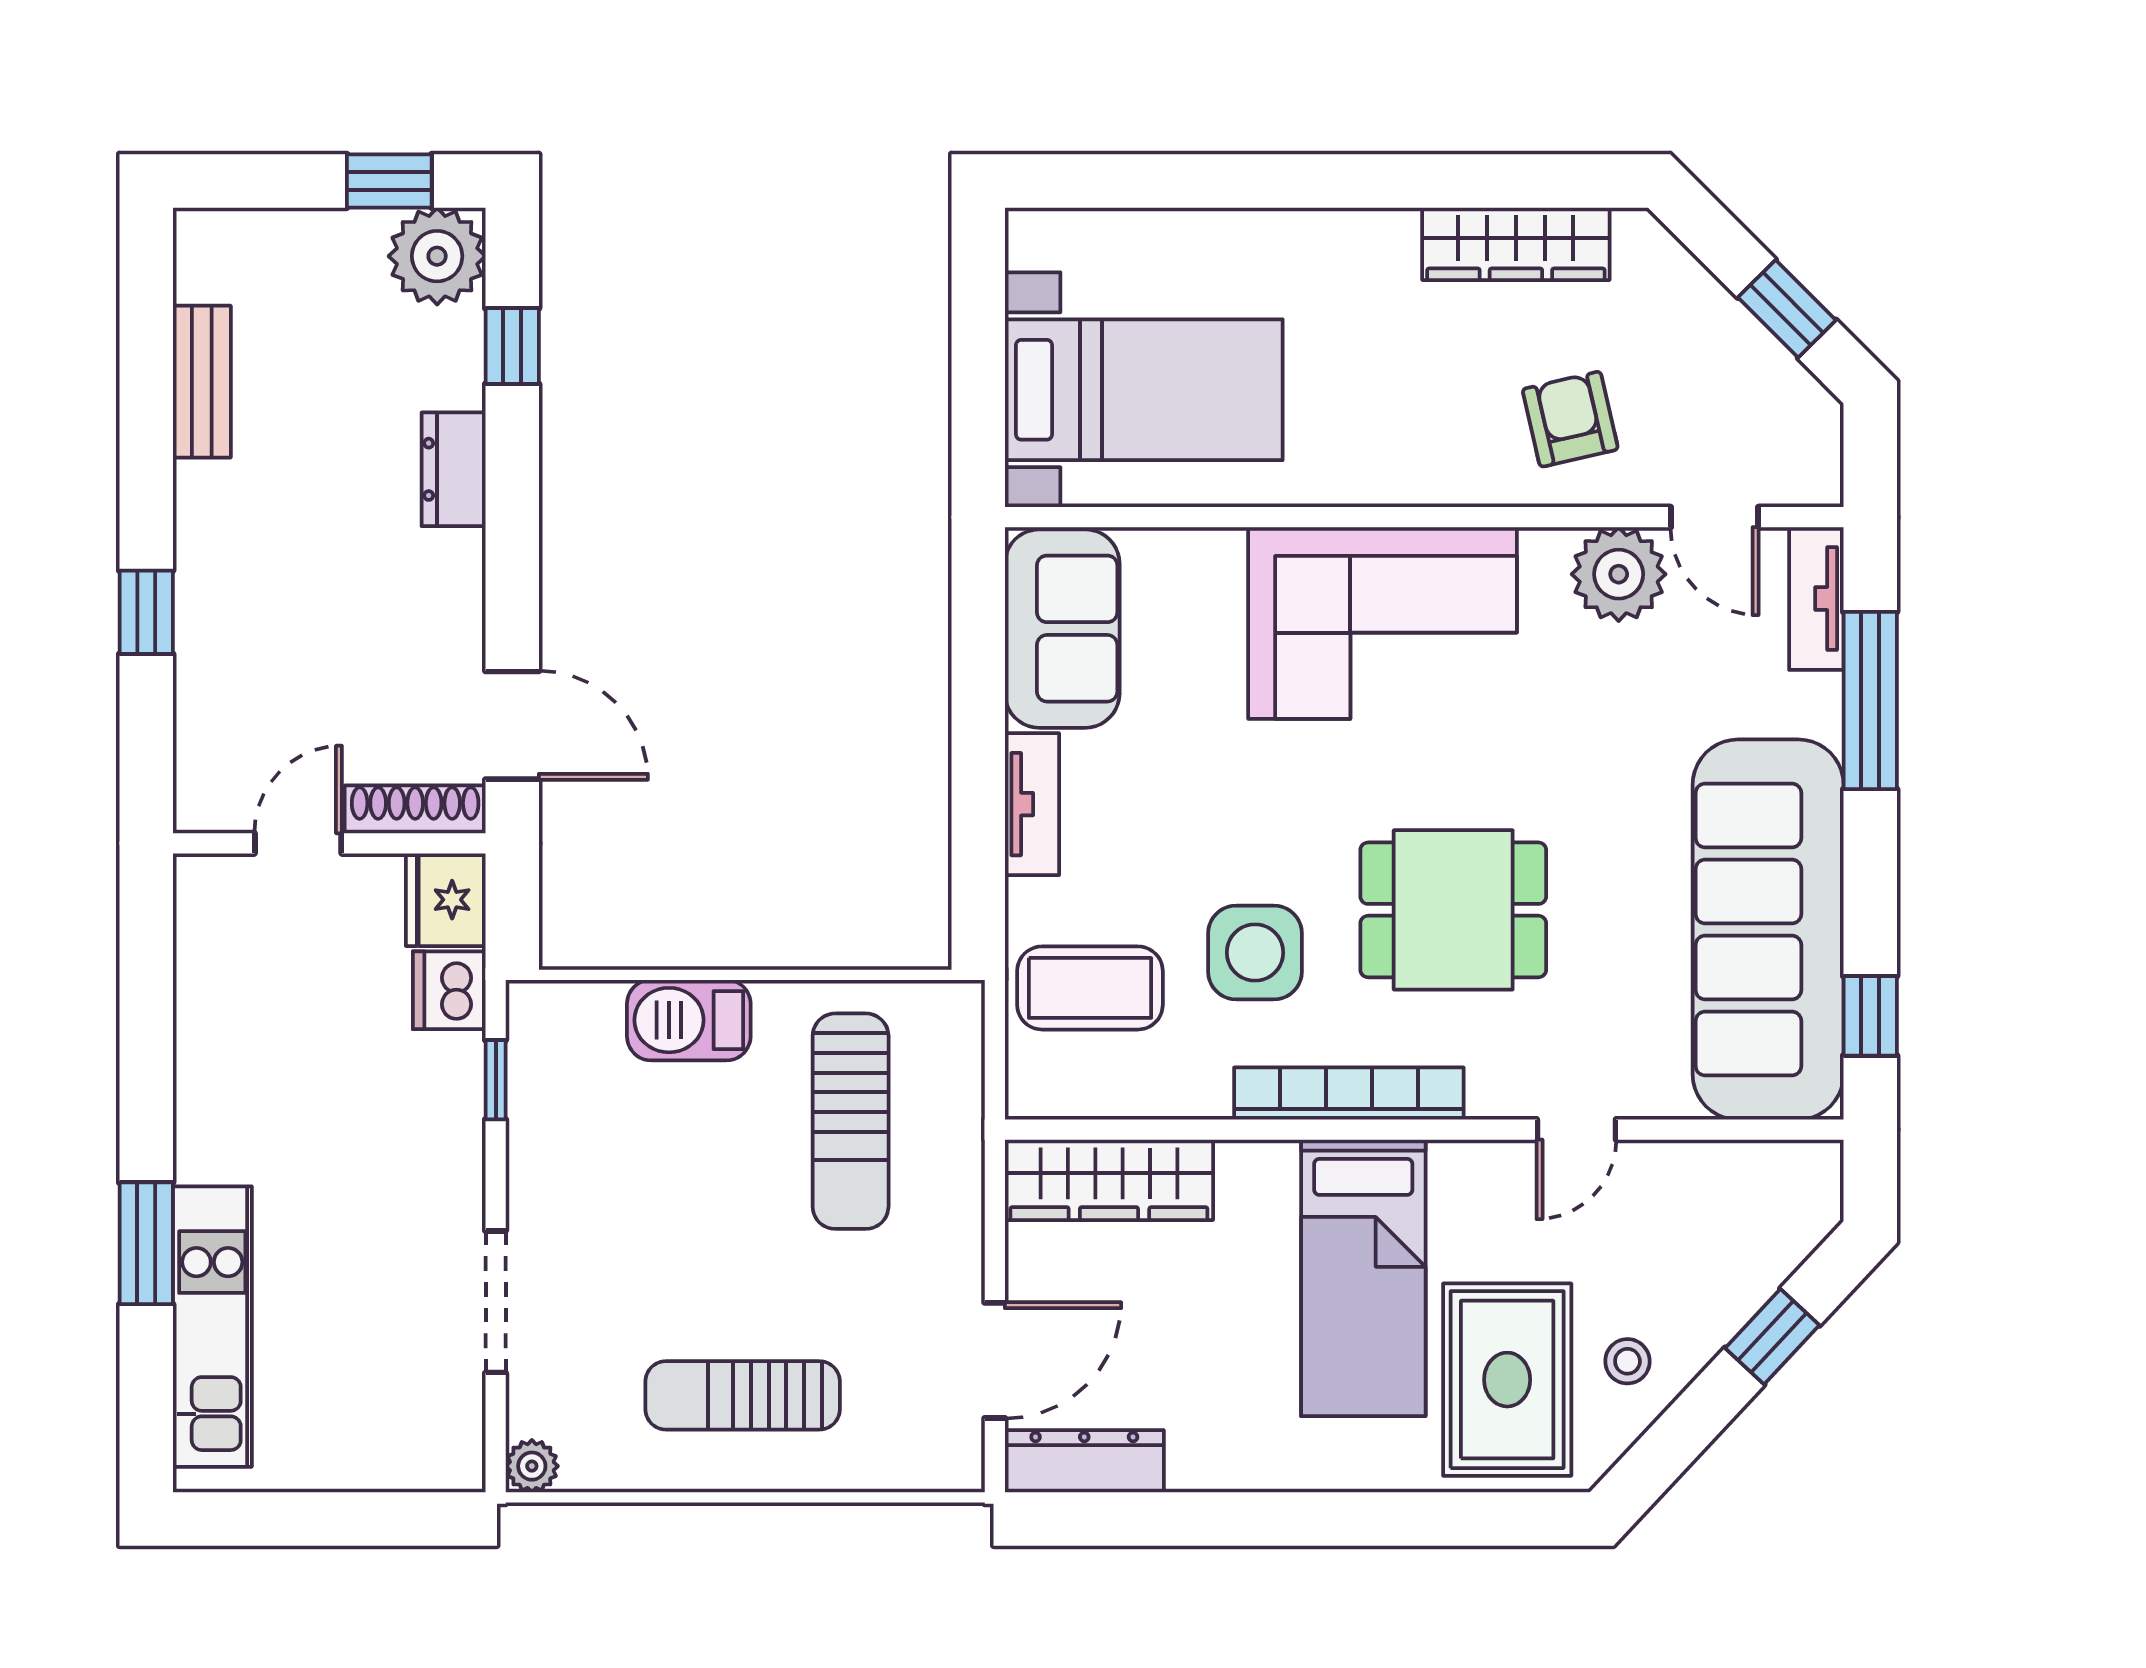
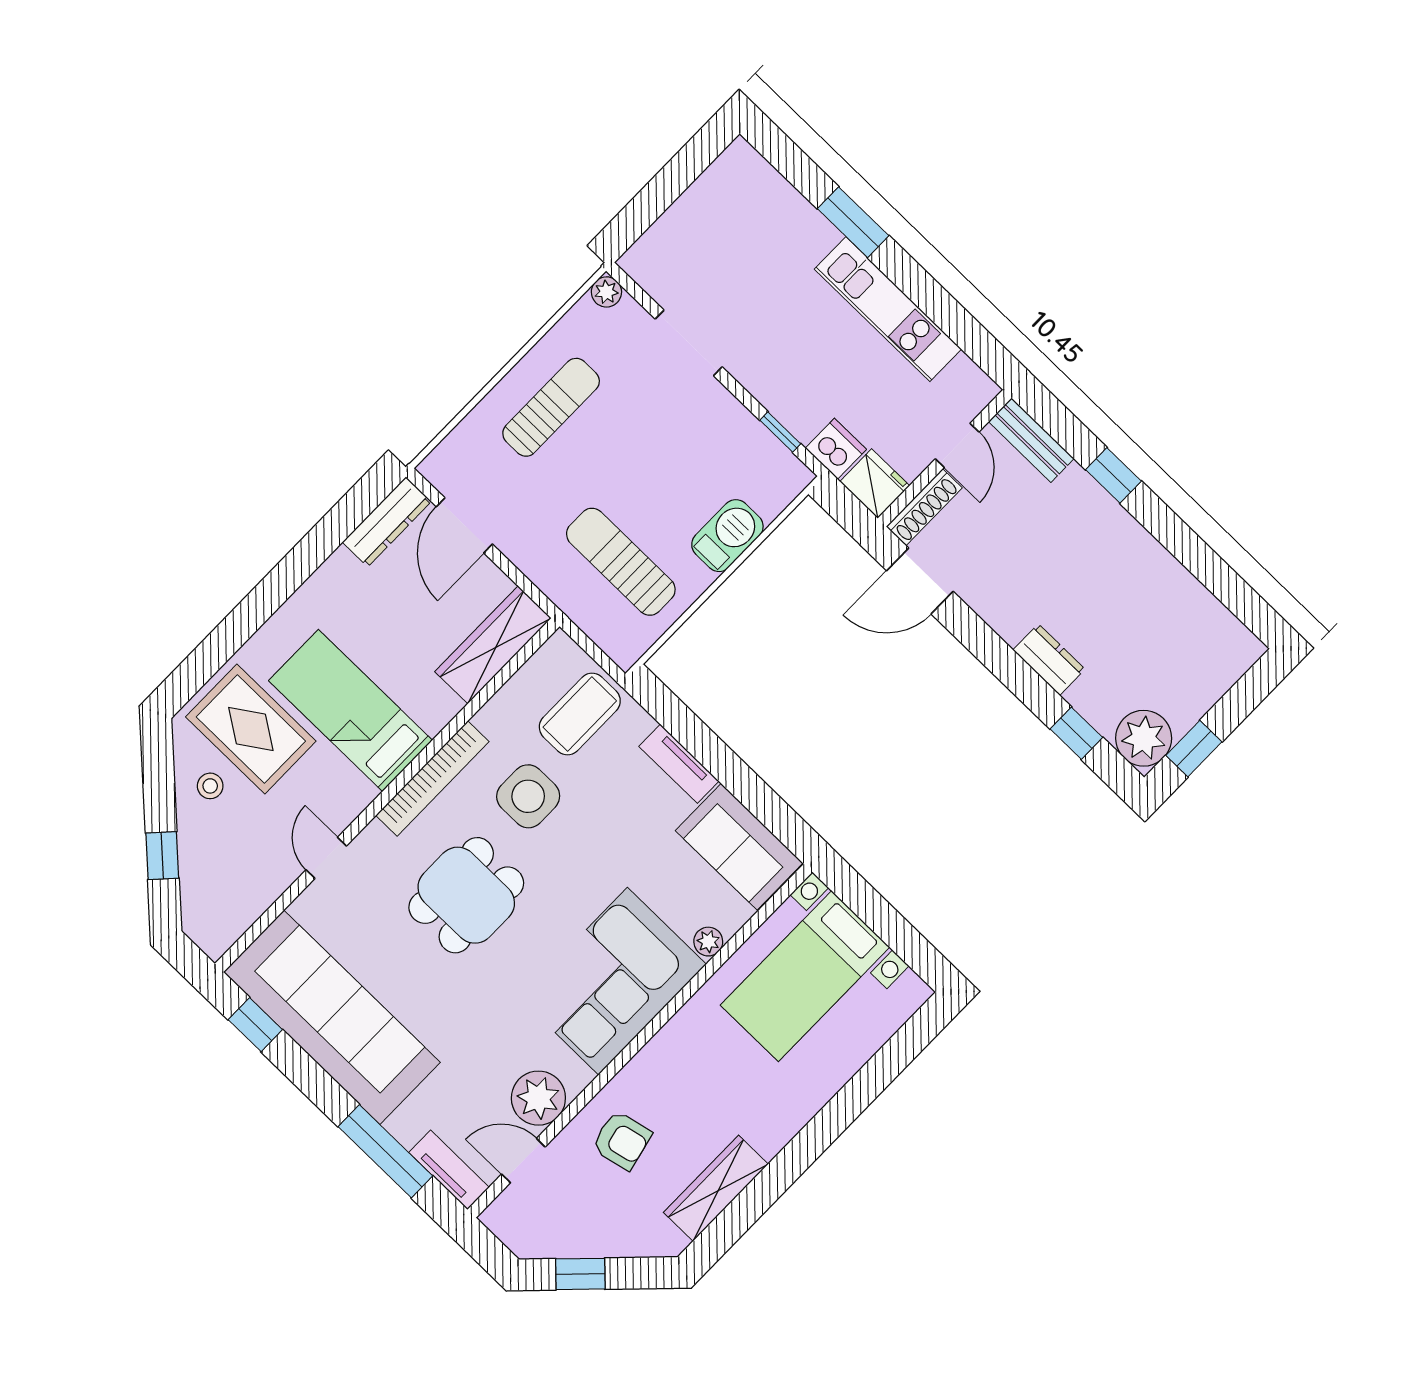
bench: (202, 382) -> (1031, 440), moved
plant: (1218, 552) -> (708, 942), added
kitchen unit: (212, 1327) -> (888, 309), moved

